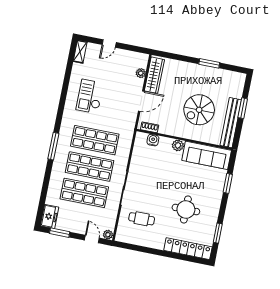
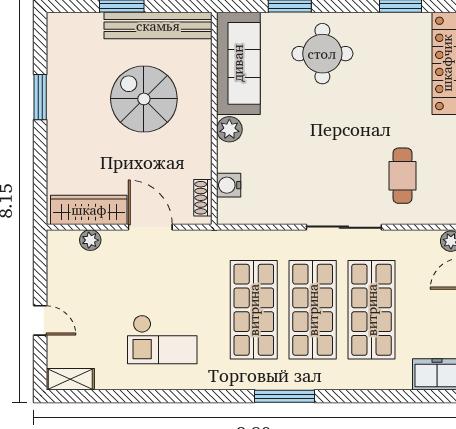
spiral stairs: (199, 110) -> (144, 99), turned 180
round table: (186, 209) -> (322, 54), moved

